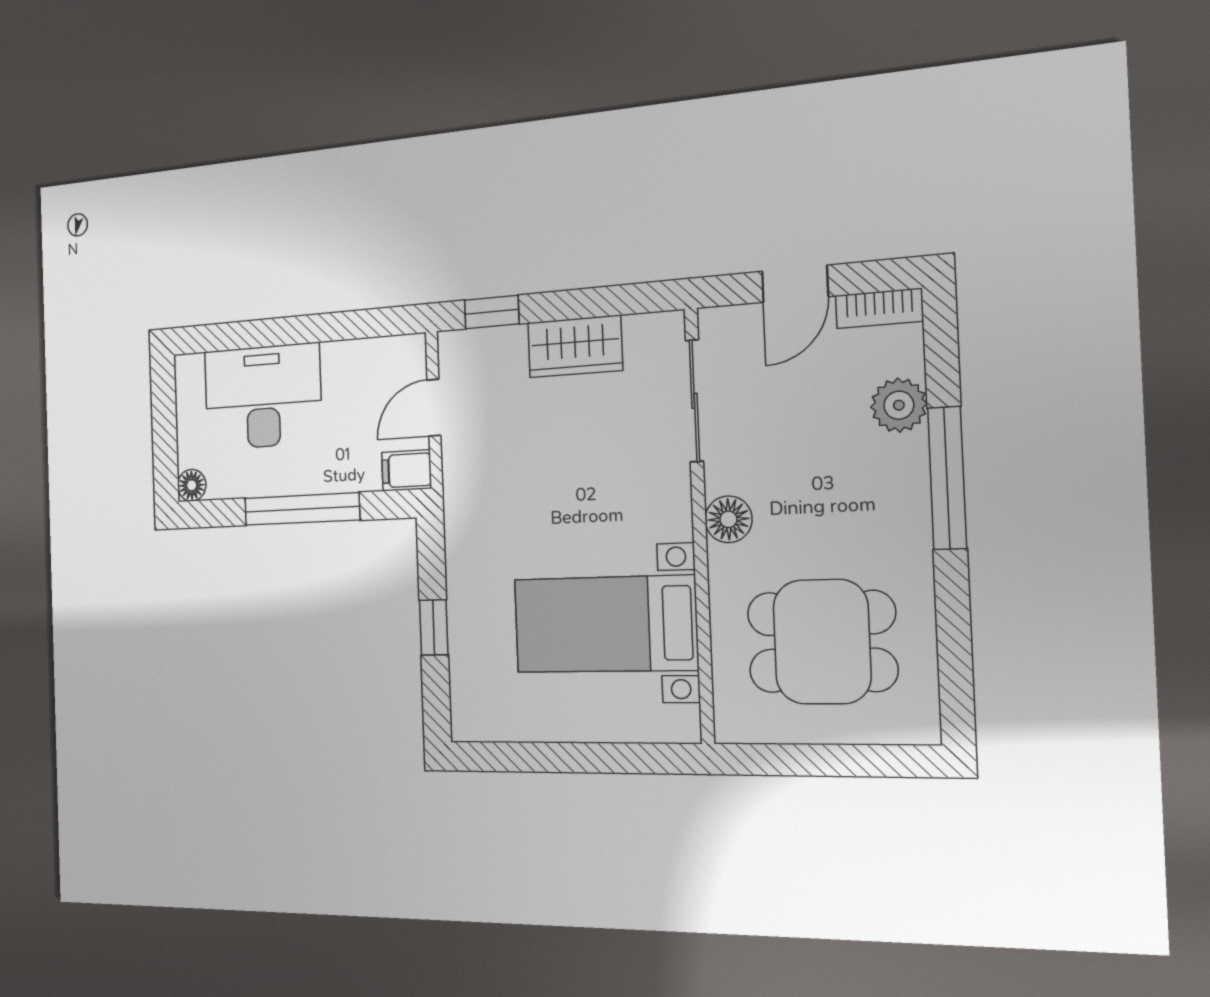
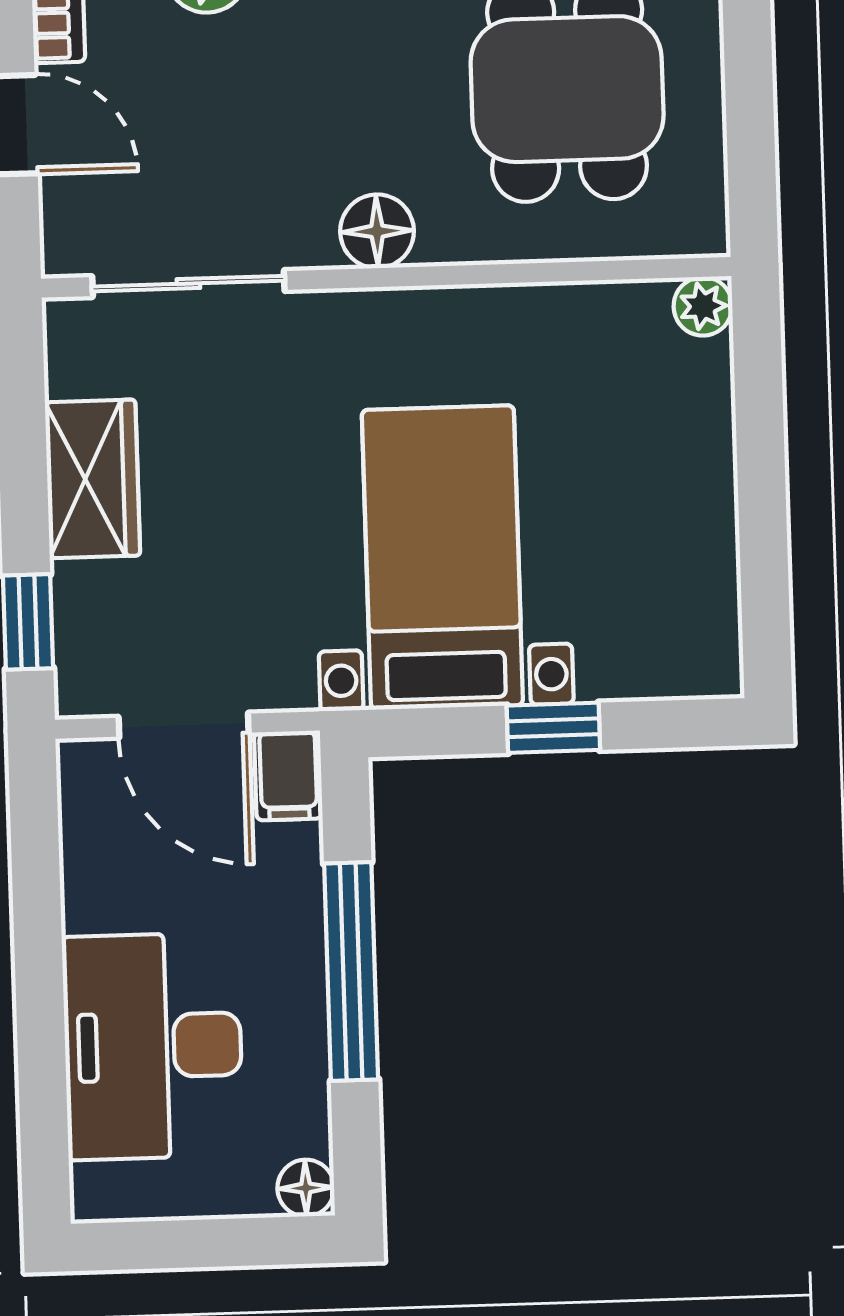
door: (434, 408) -> (184, 725), width x1.38
bed with nightstands: (605, 624) -> (442, 558), moved, turned 180
plant: (683, 725) -> (703, 306), added

